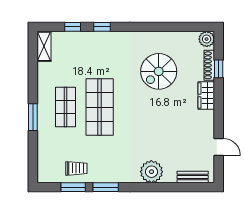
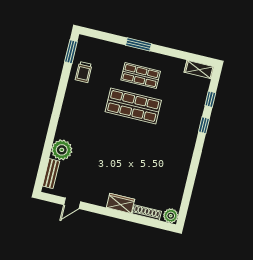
window: (219, 69) -> (142, 220), removed
spiral stairs: (159, 71) -> (152, 166), removed
plant: (151, 172) -> (62, 150), moved
window: (73, 187) -> (71, 52), moved
window: (106, 187) -> (61, 94), removed

